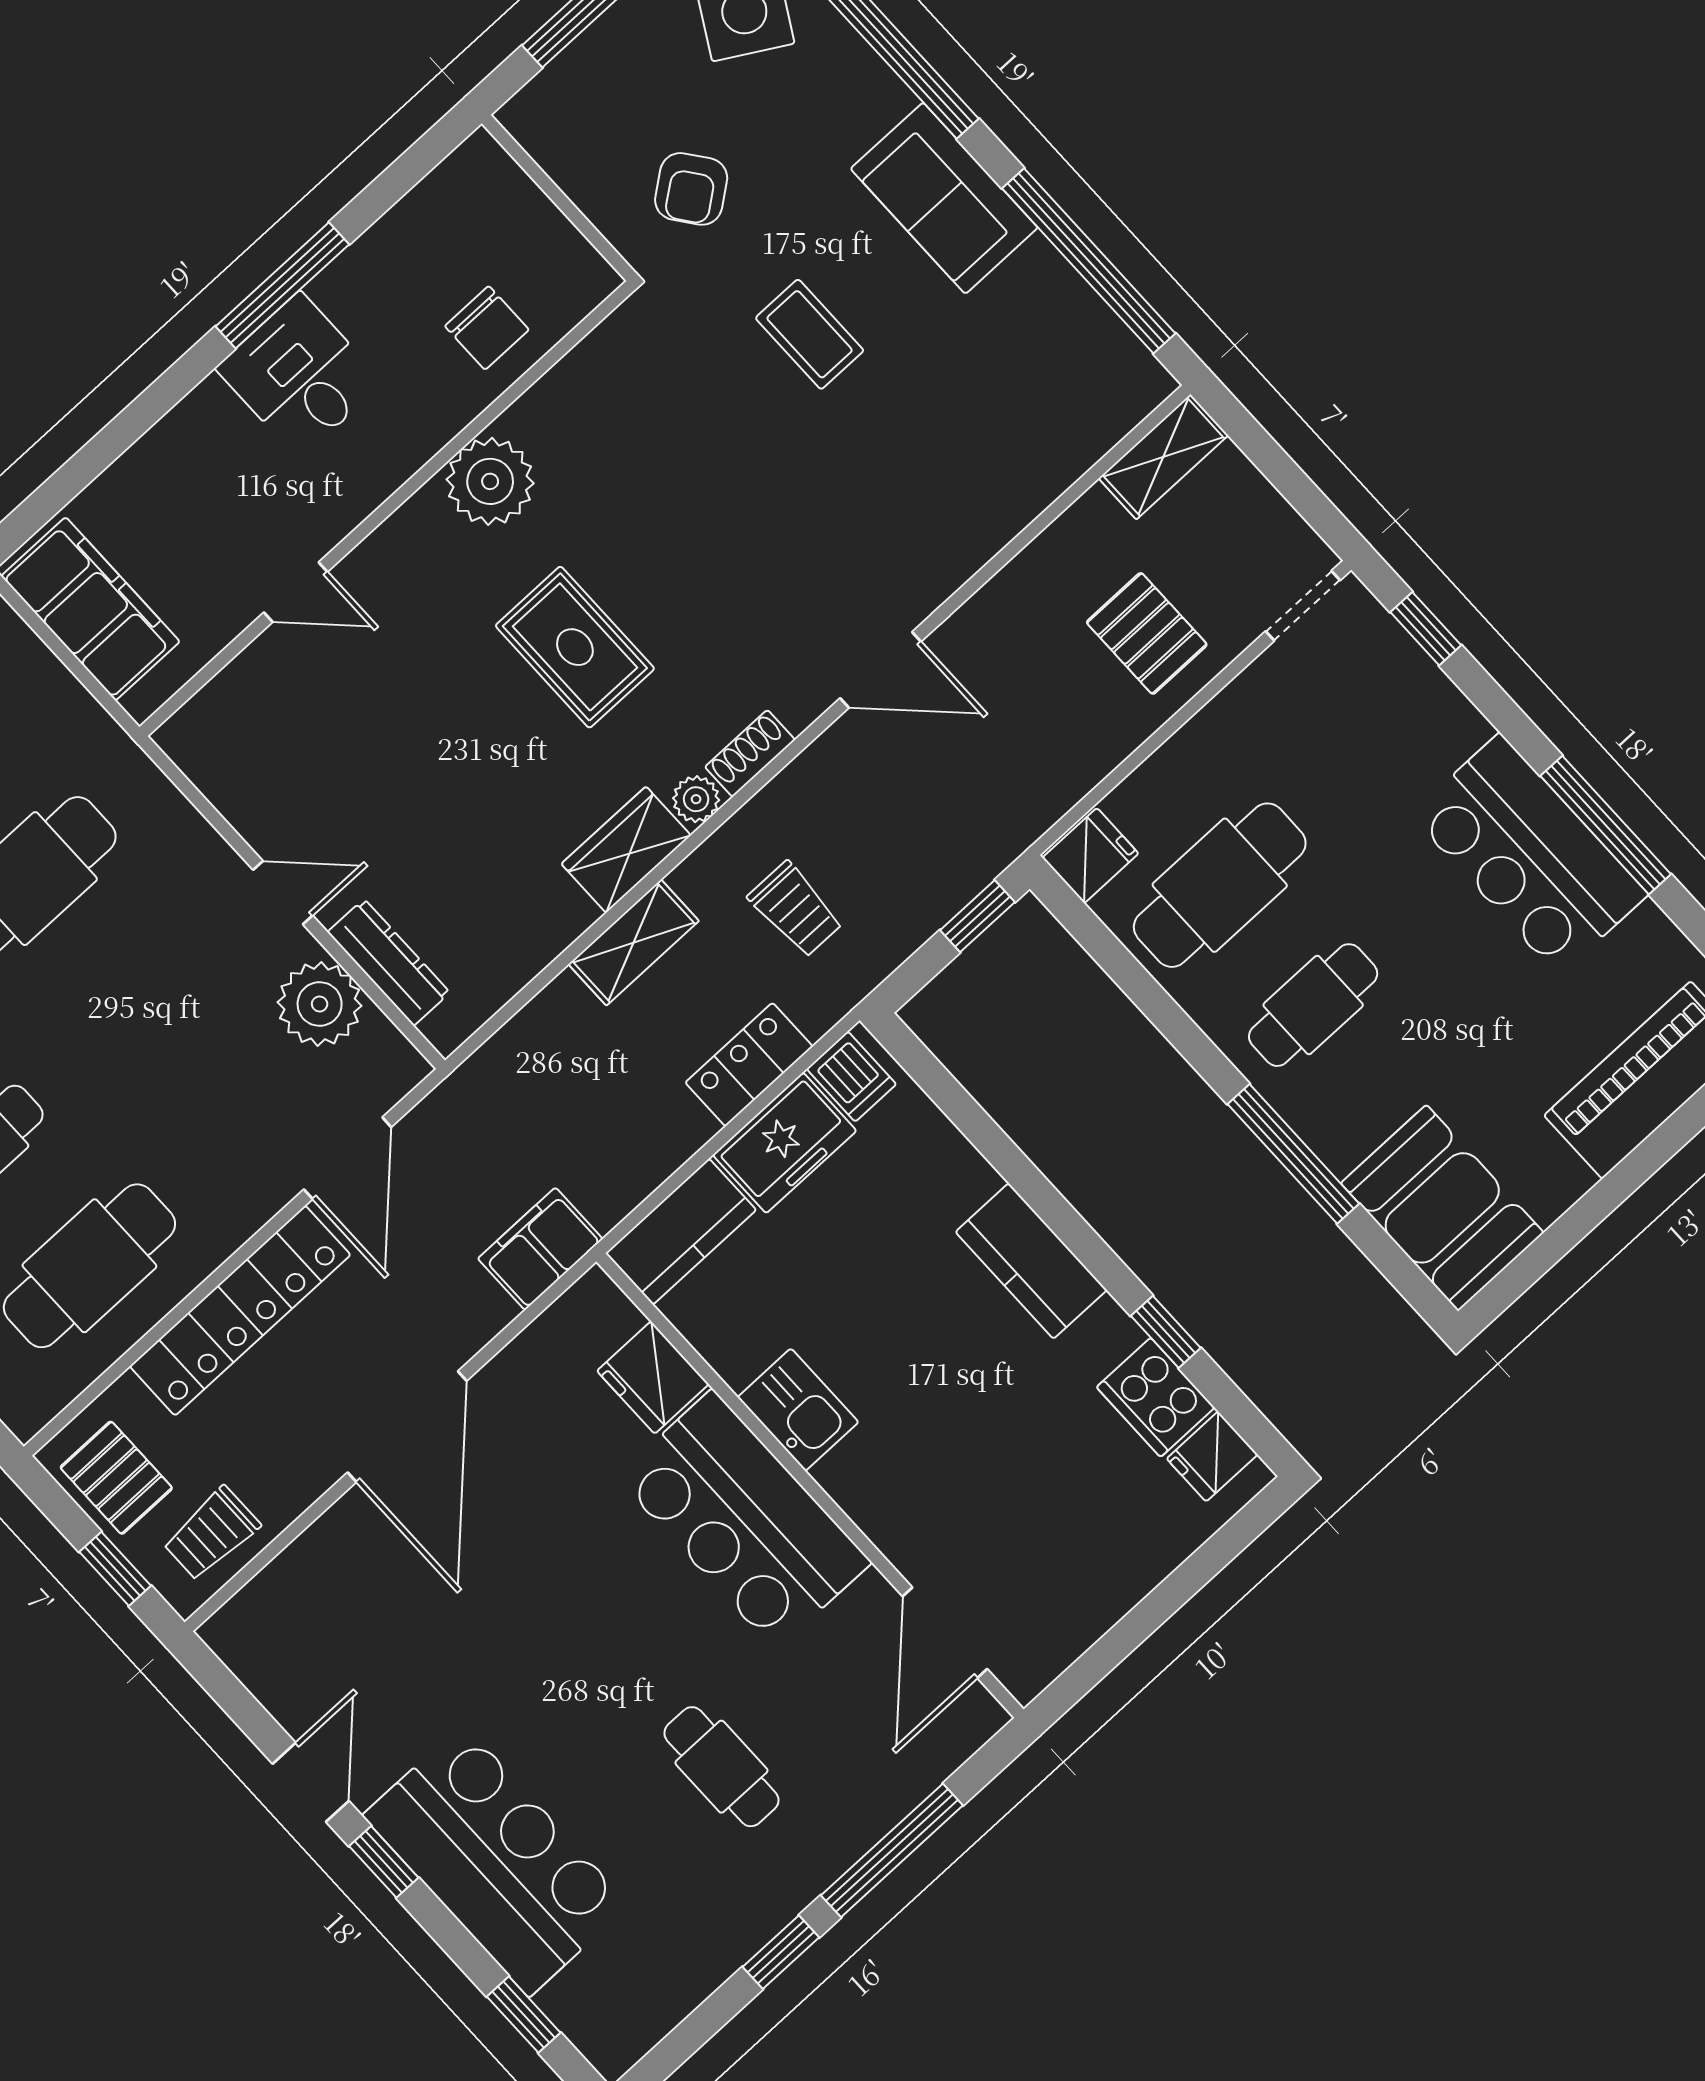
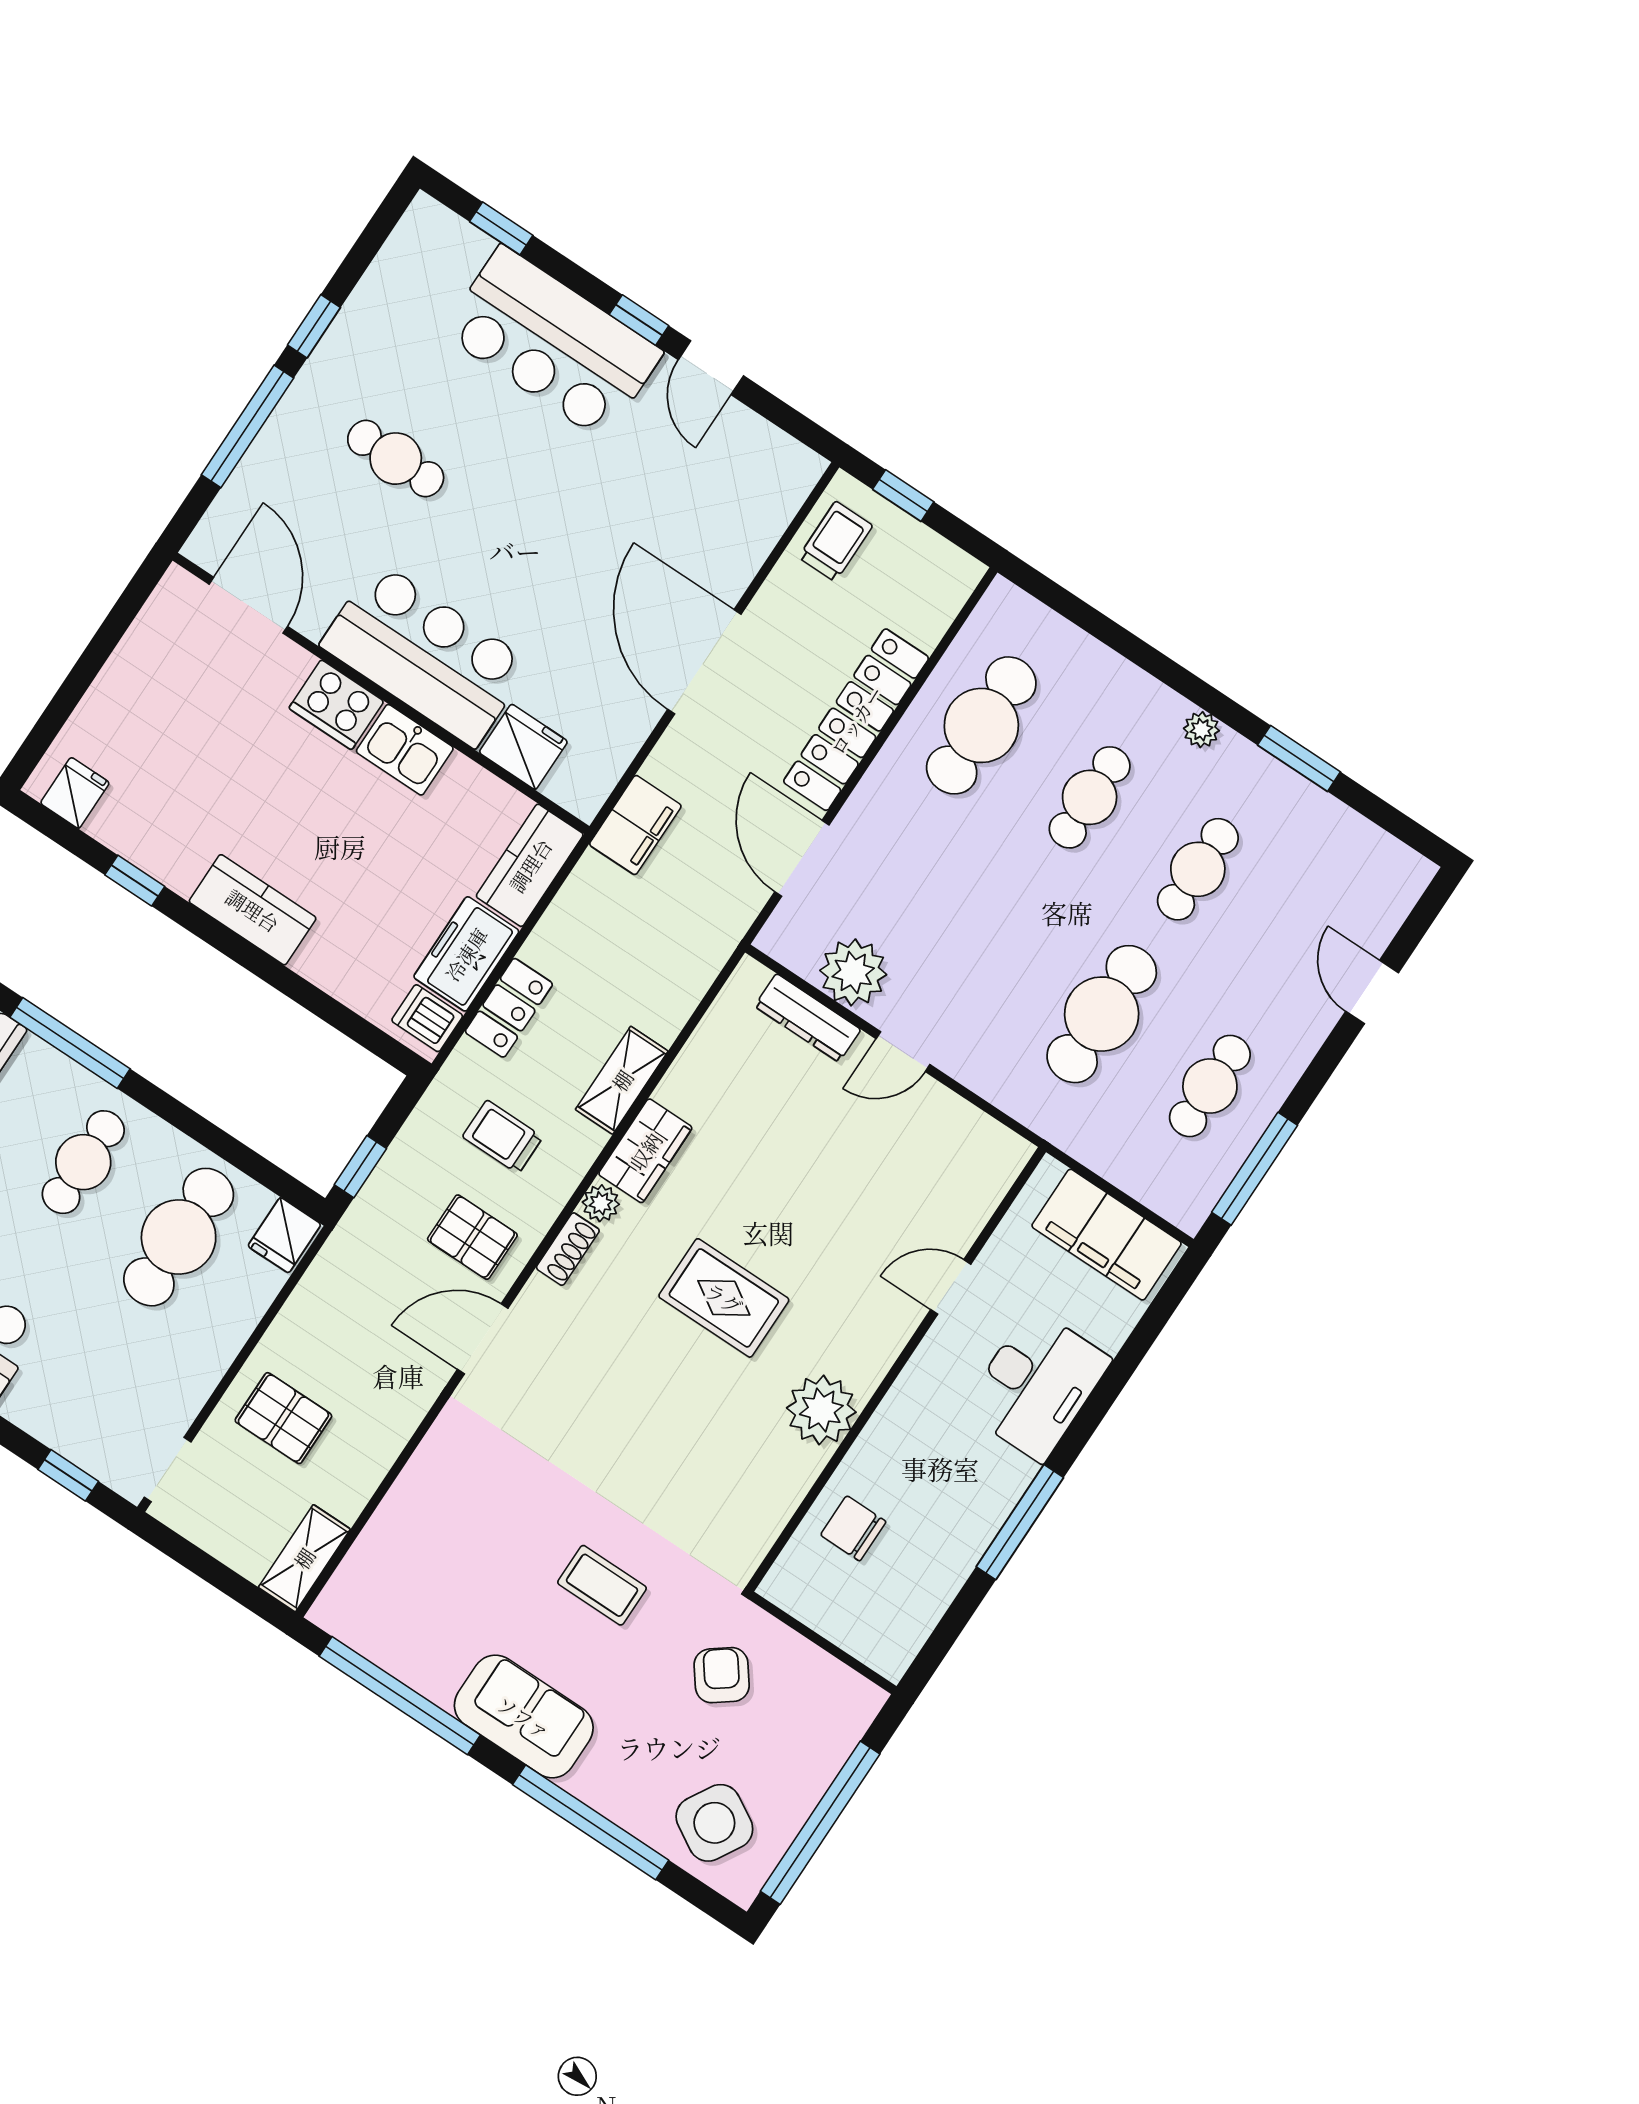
desk: (300, 375) -> (1037, 1385), moved, width x1.37
cooker: (1156, 1397) -> (336, 705), moved, turned 180
pallet: (116, 1478) -> (472, 1237), moved

